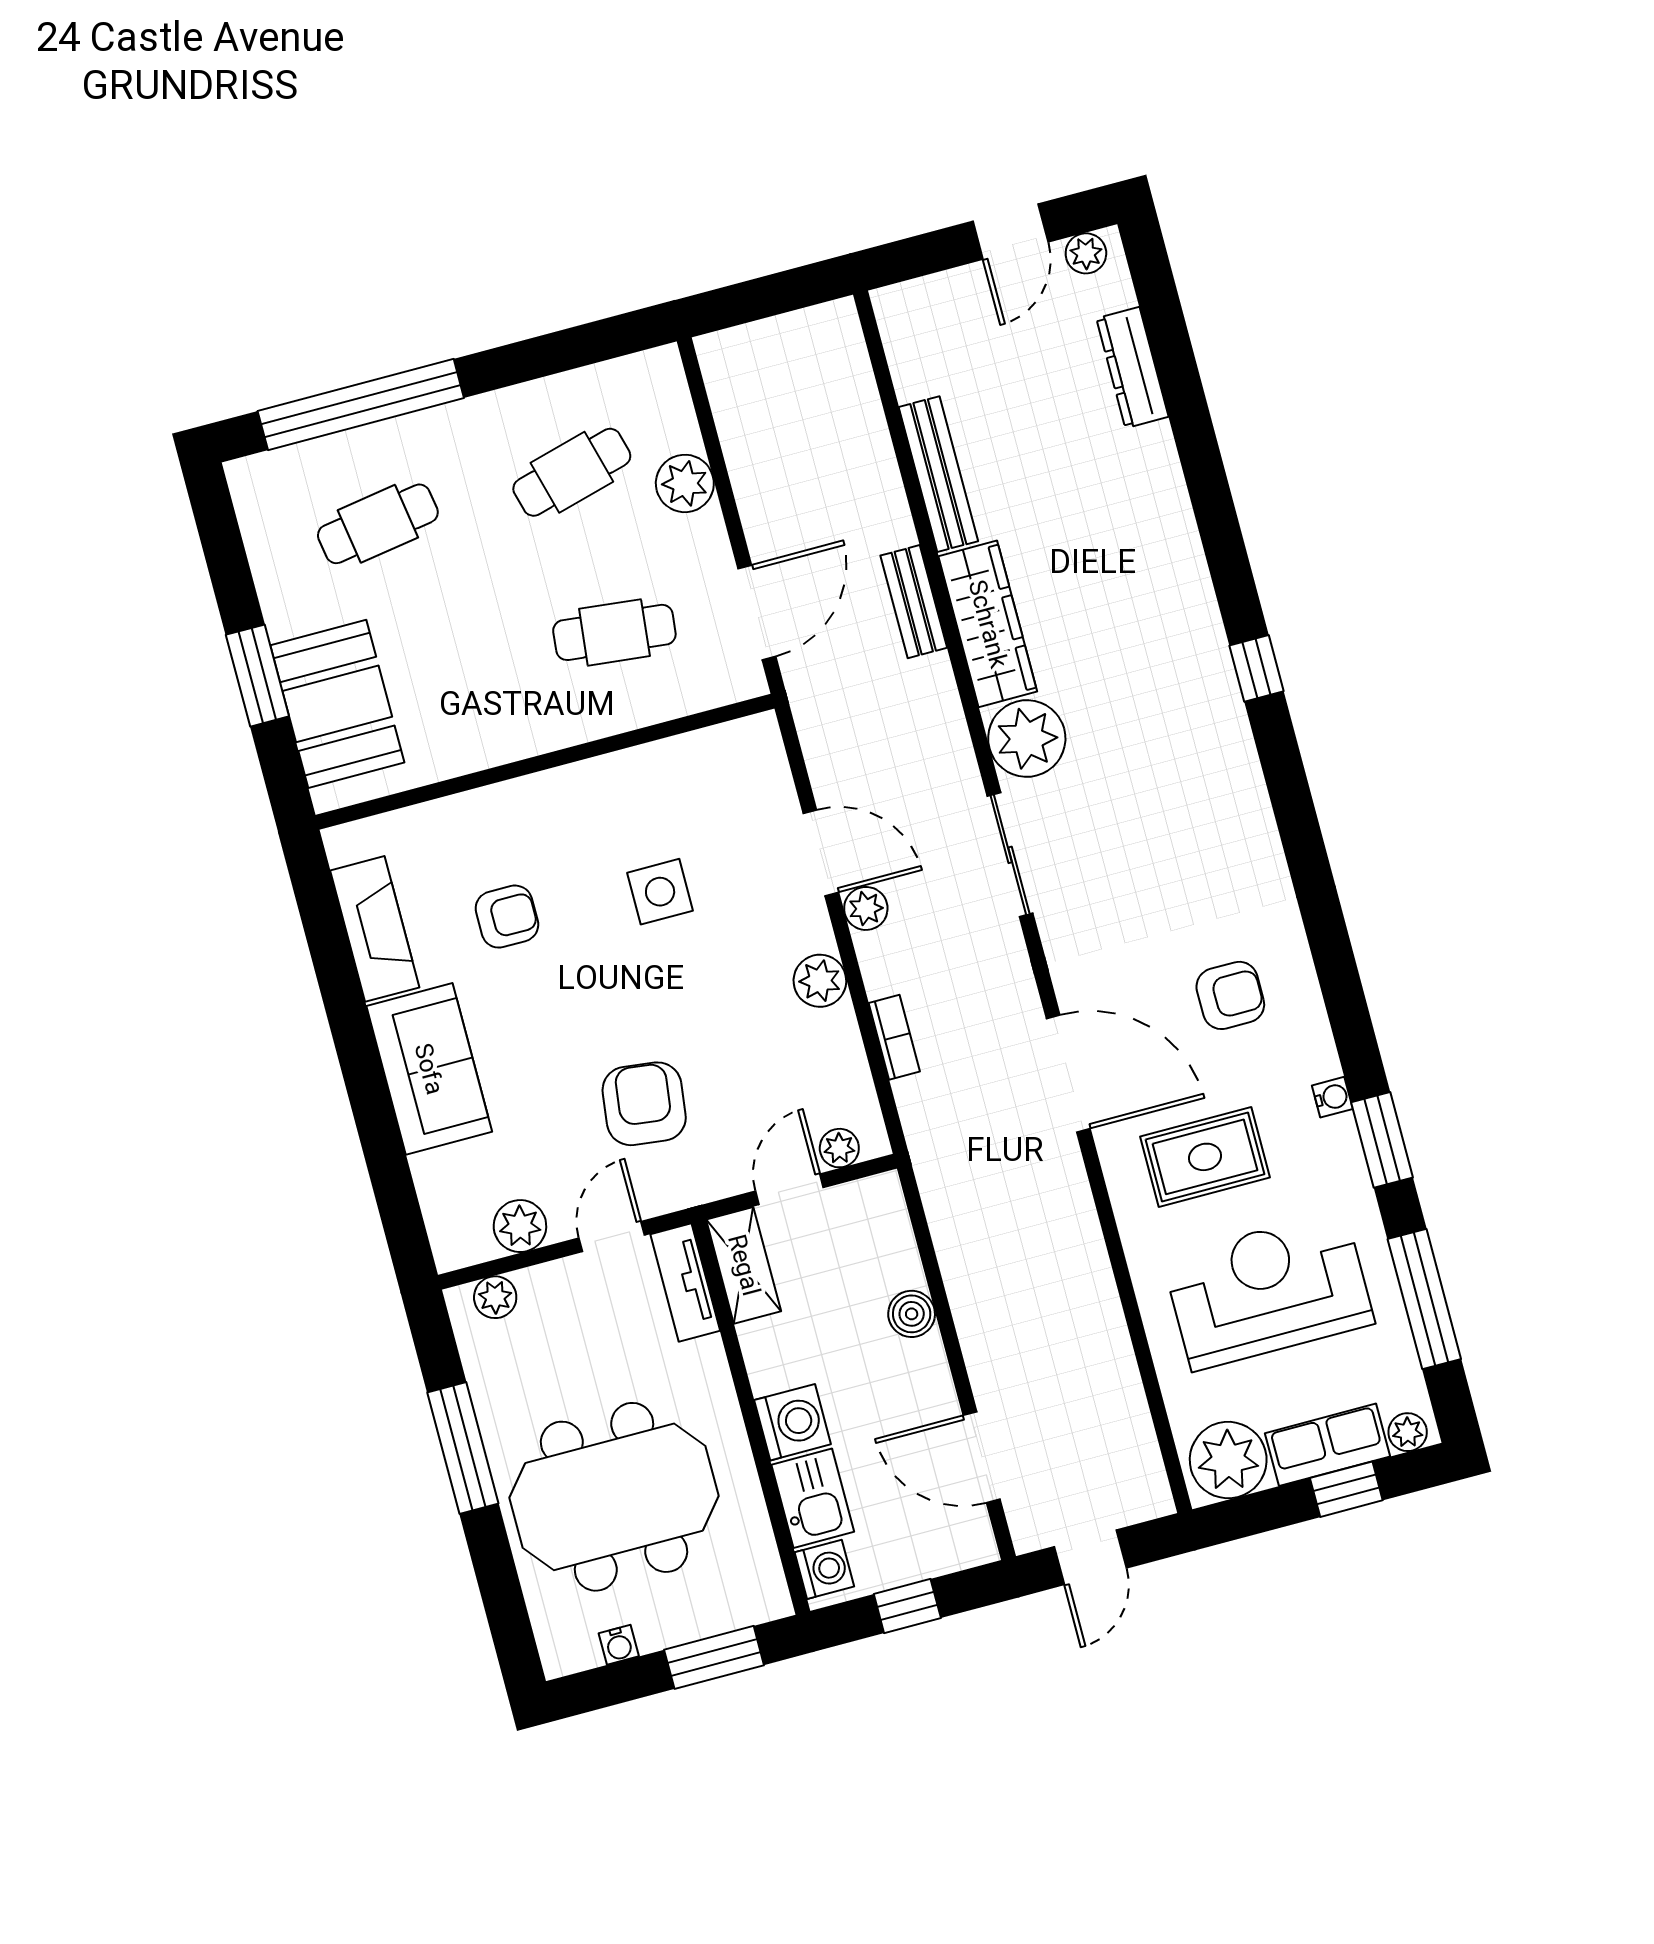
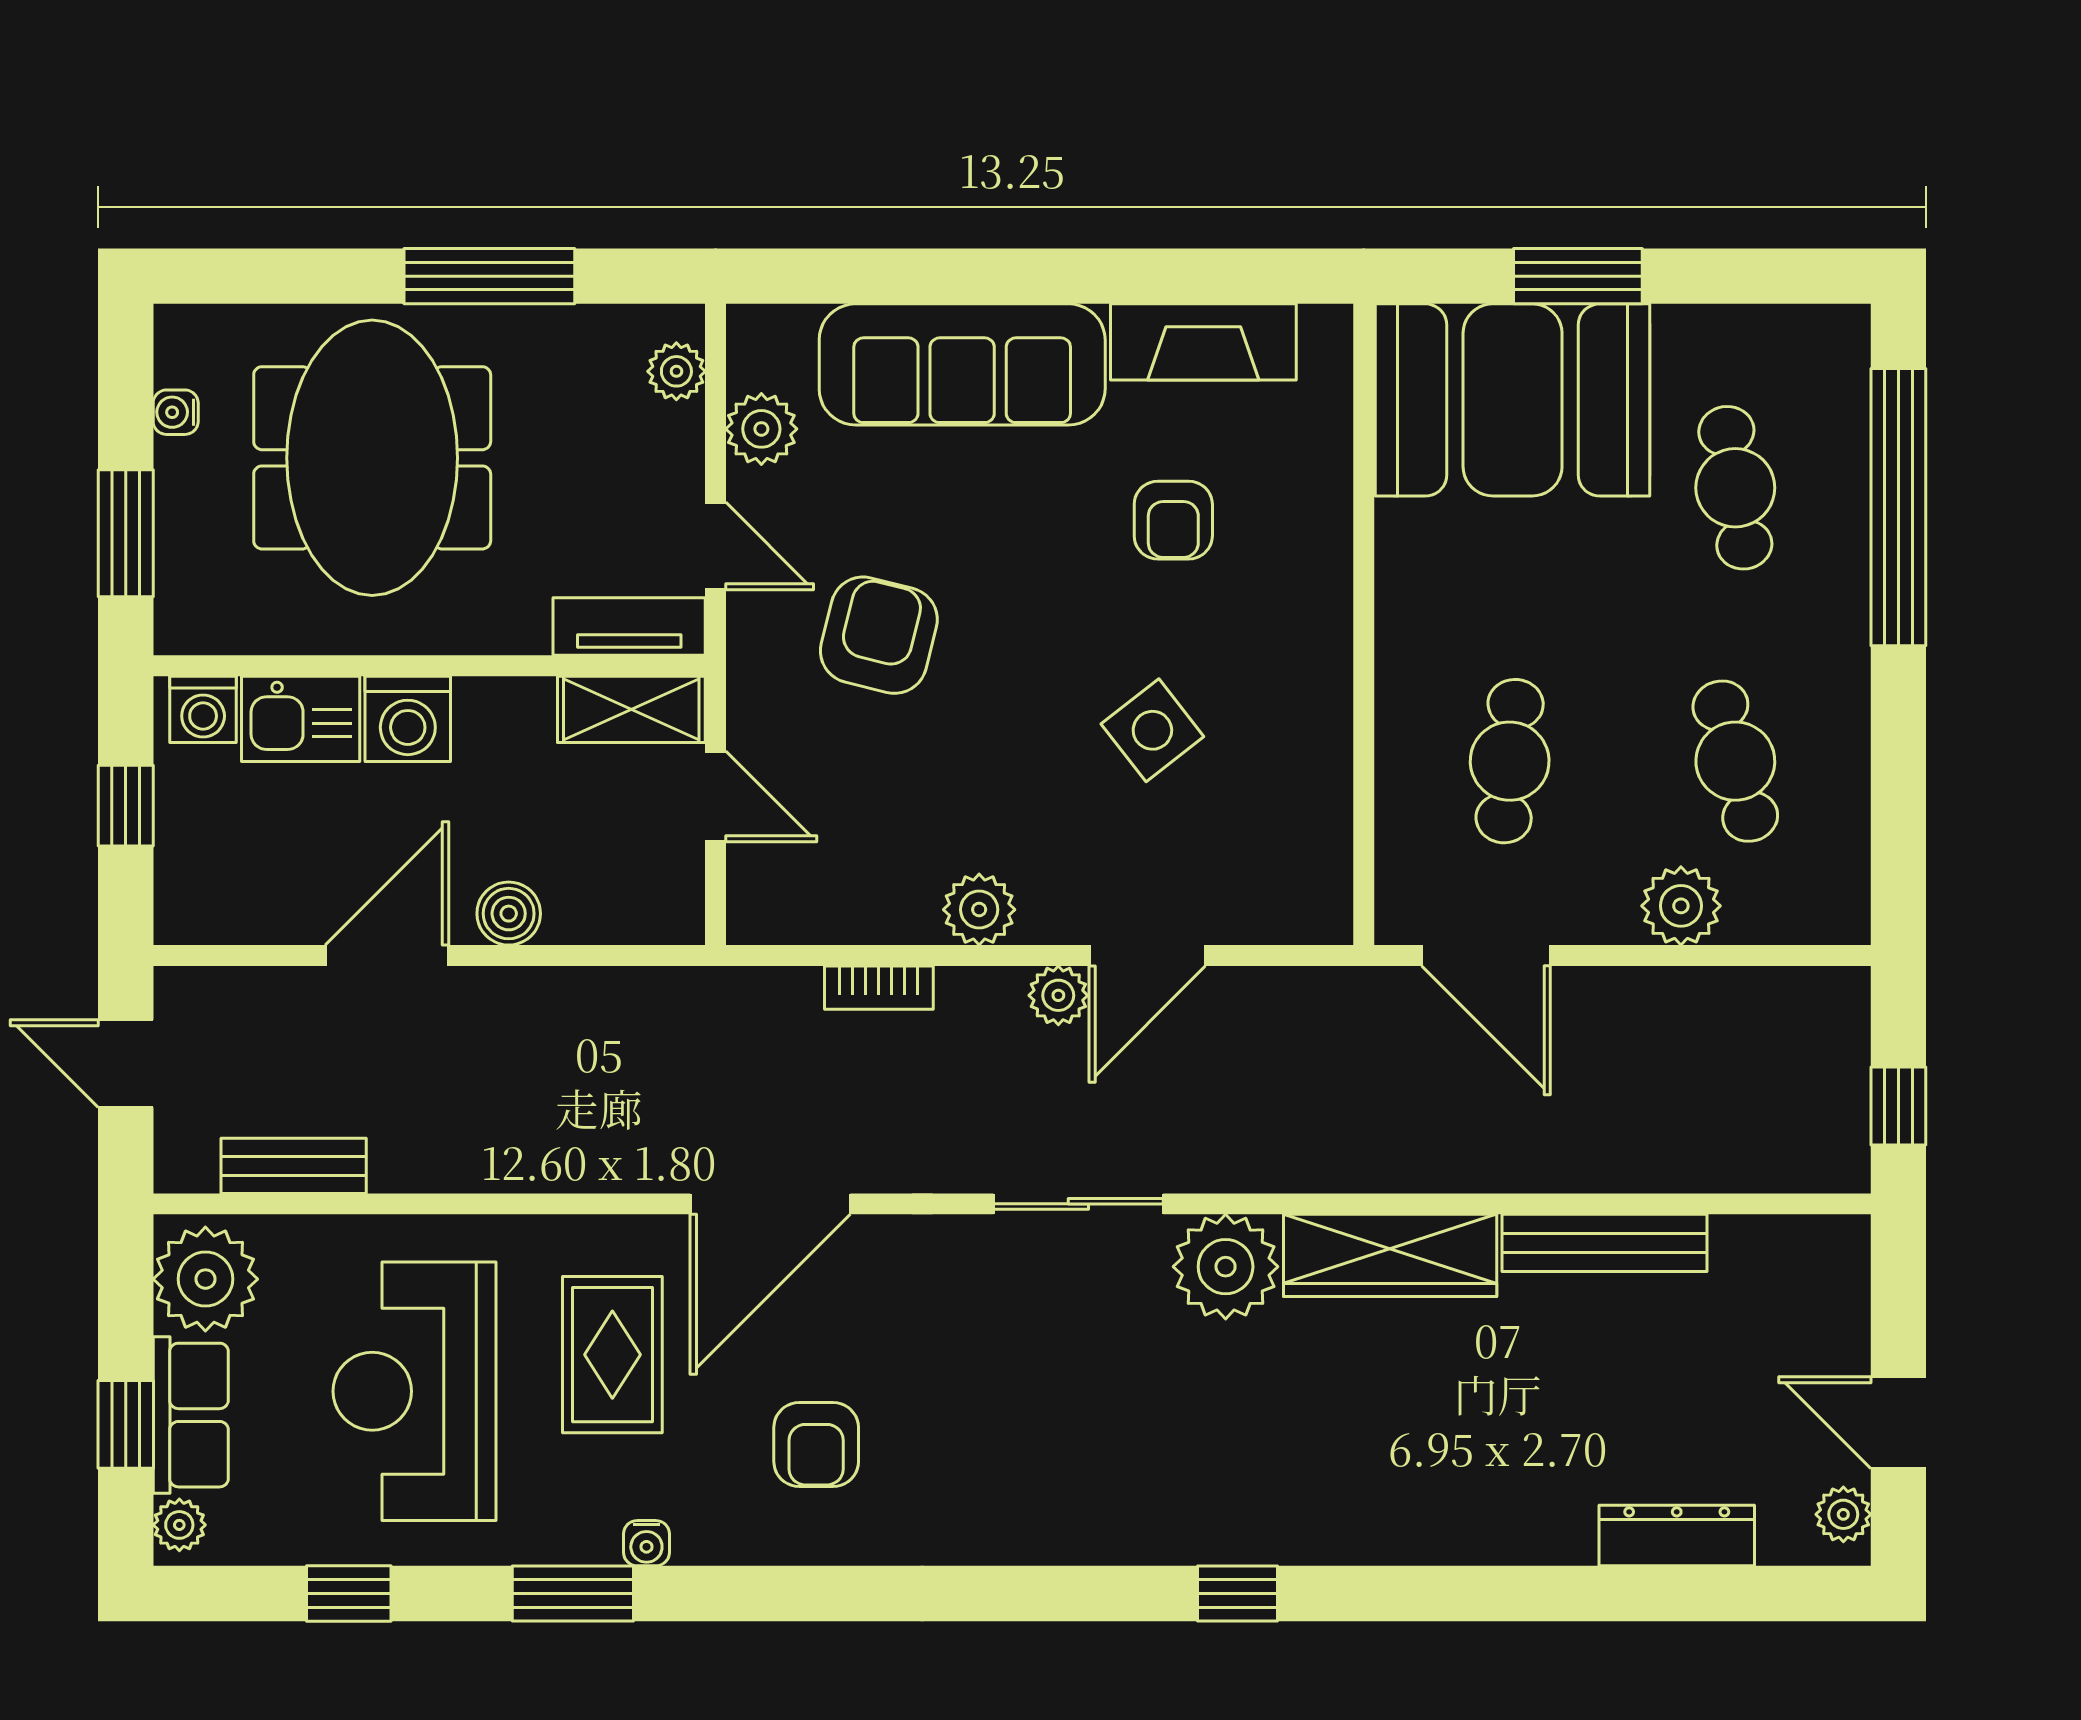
window: (786, 291) -> (1898, 1106), added
bench: (914, 602) -> (294, 1166), moved
booth: (337, 704) -> (1513, 400), width x1.36, depth x1.42
side table: (660, 892) -> (1152, 730), turned -38
sofa: (429, 1069) -> (962, 364), width x1.36
armchair: (644, 1104) -> (879, 635), turned -83
plant: (839, 1148) -> (752, 876), removed
reception desk: (1268, 1290) -> (415, 1391), turned 180
window: (1424, 1299) -> (349, 1594), width x0.46
door: (982, 1457) -> (387, 956), moved

